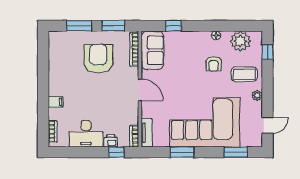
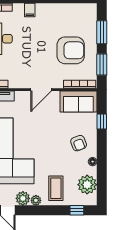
armchair: (214, 64) -> (79, 143), moved, turned -111
plant: (255, 109) -> (23, 198), added

